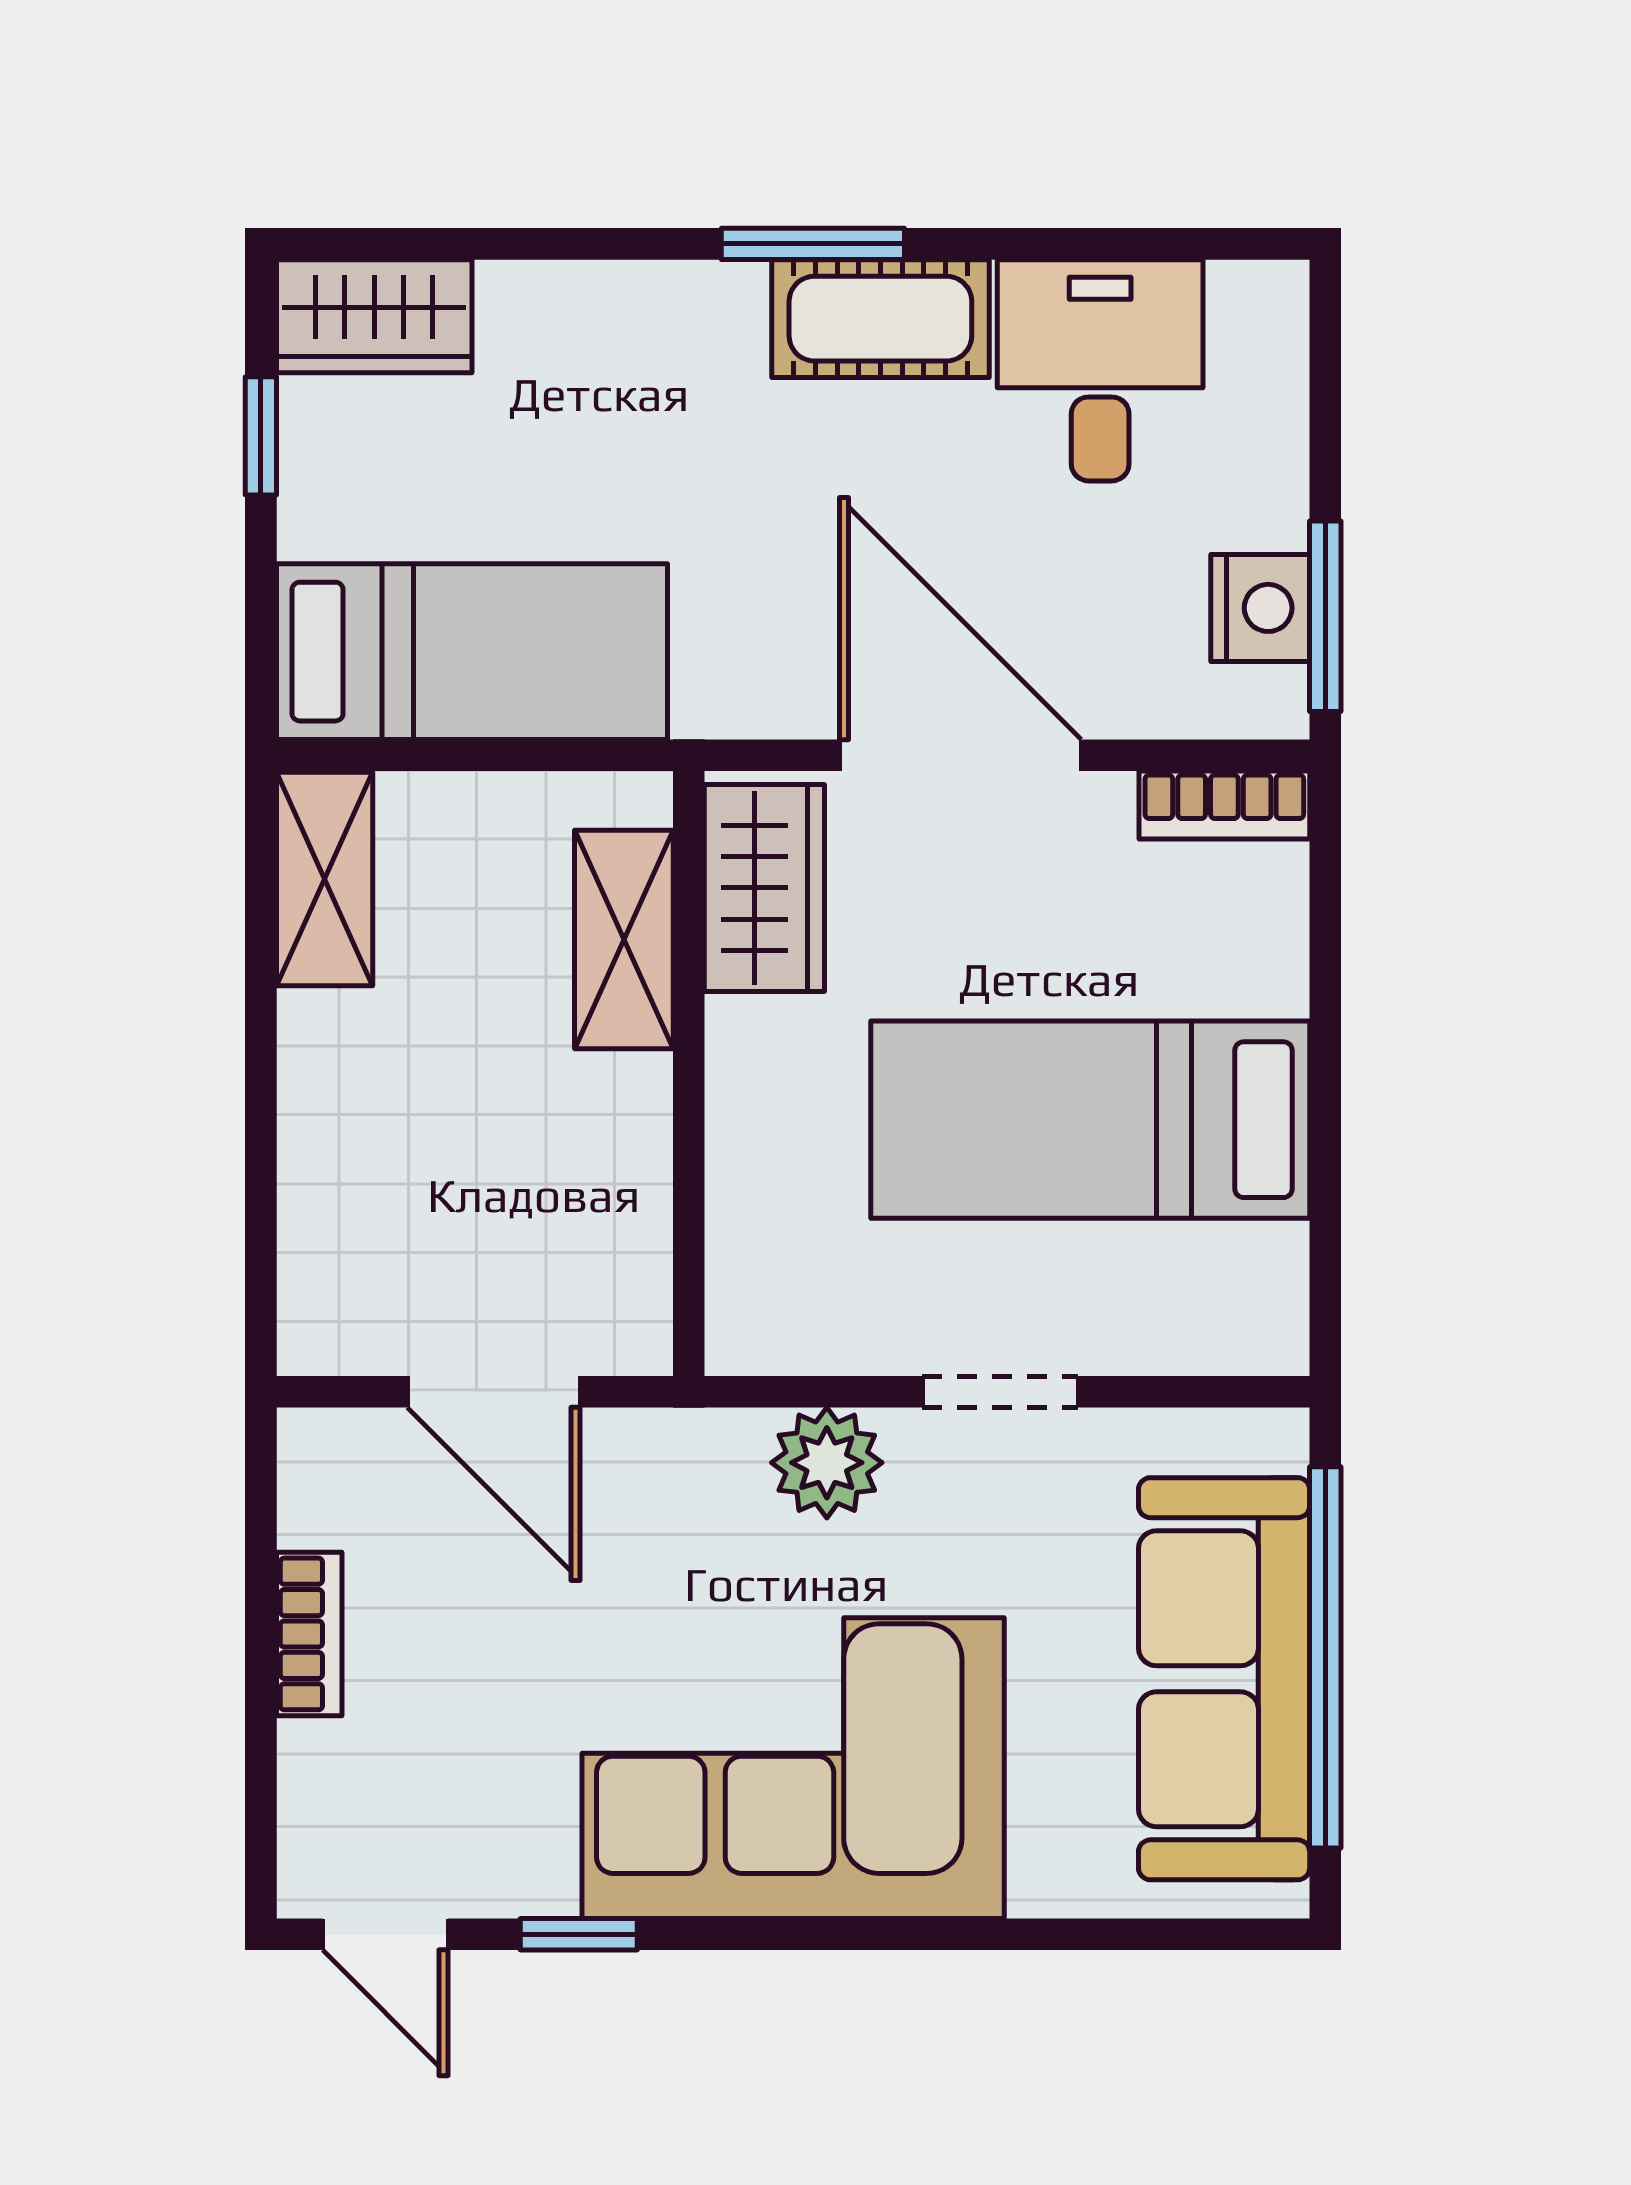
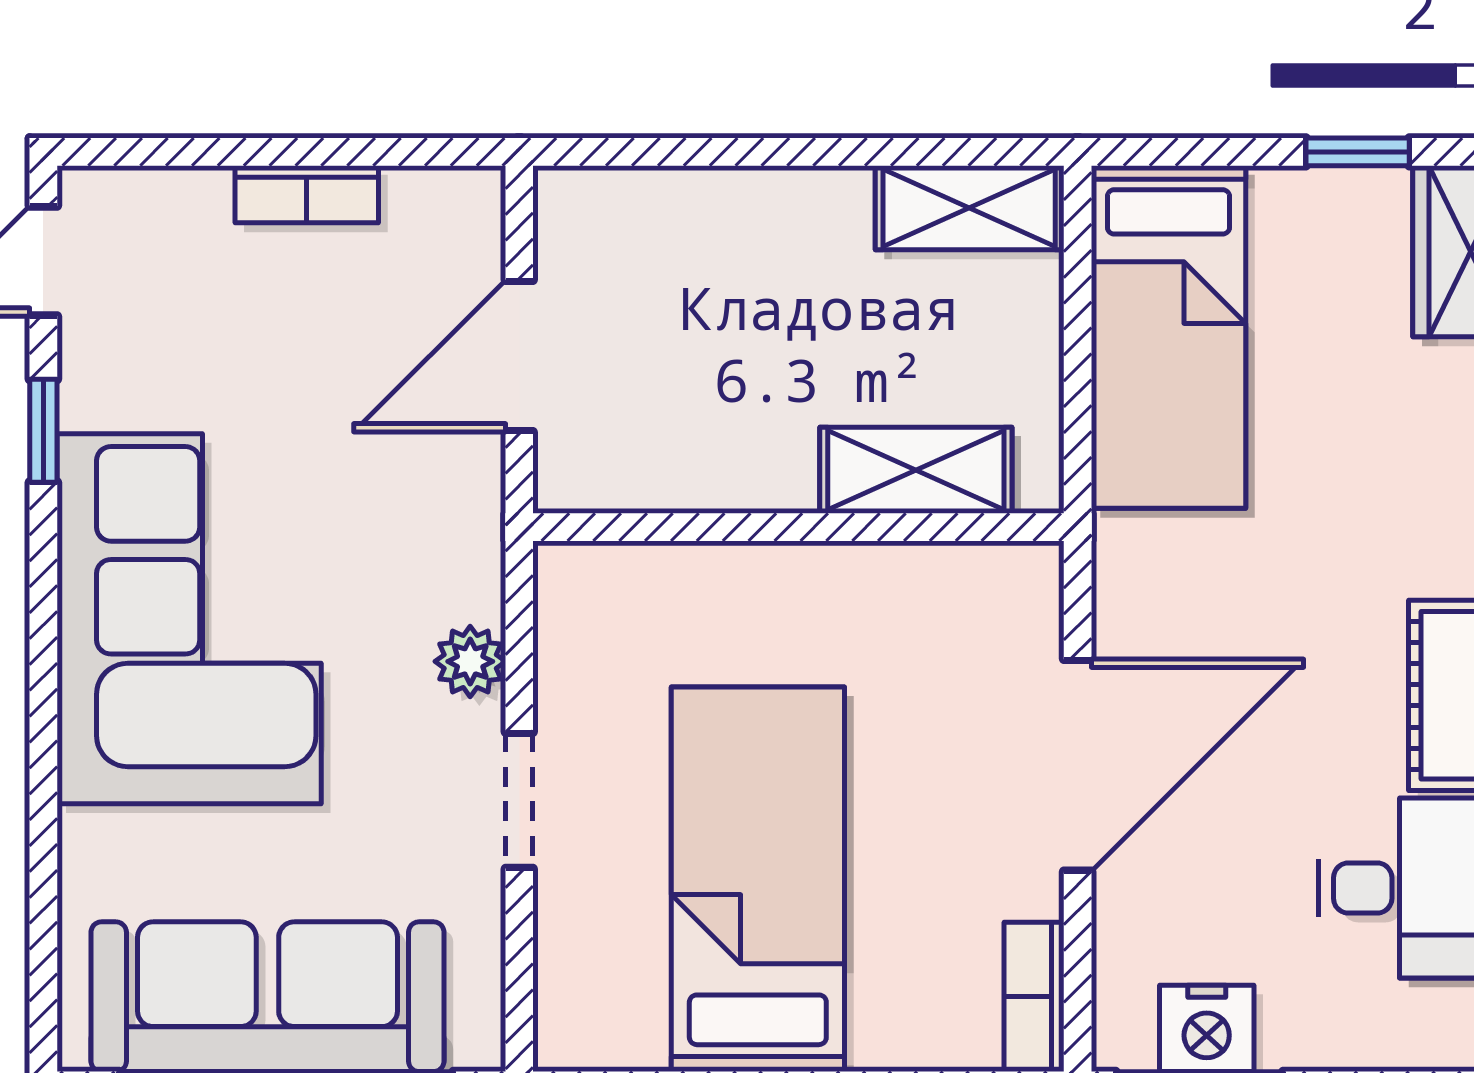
wardrobe: (764, 888) -> (961, 594), removed
plant: (827, 1463) -> (470, 661), width x0.73, depth x0.73

